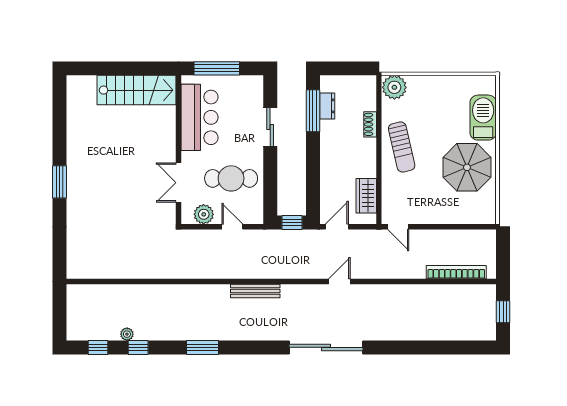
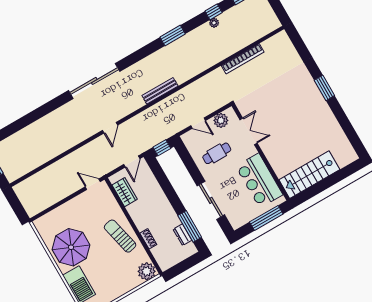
sliding door: (270, 127) -> (211, 200), width x1.37
cafe table: (231, 178) -> (217, 153), width x0.73, depth x0.74
bookcase: (456, 272) -> (243, 59), moved
plant: (127, 334) -> (214, 23), moved

